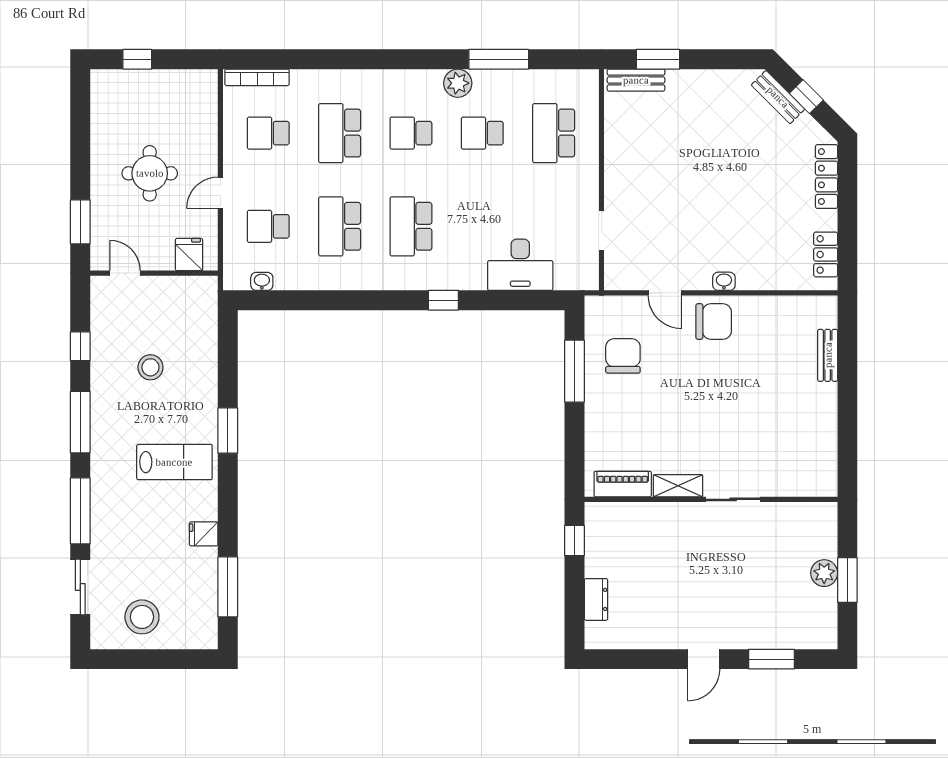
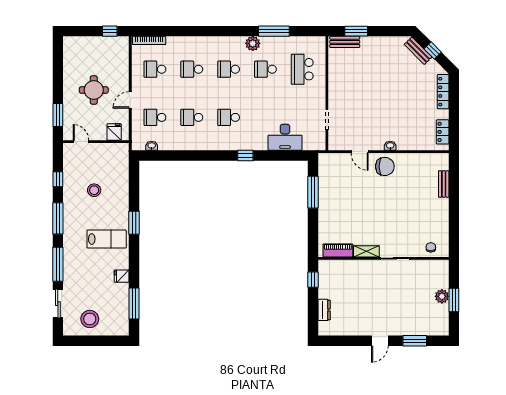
window: (137, 59) -> (110, 31), moved
school desk: (340, 133) -> (192, 69), width x0.54
school desk: (340, 226) -> (192, 117), width x0.54
school desk: (411, 226) -> (229, 117), width x0.54
chair: (623, 356) -> (431, 247), moved, width x0.54, depth x0.54

